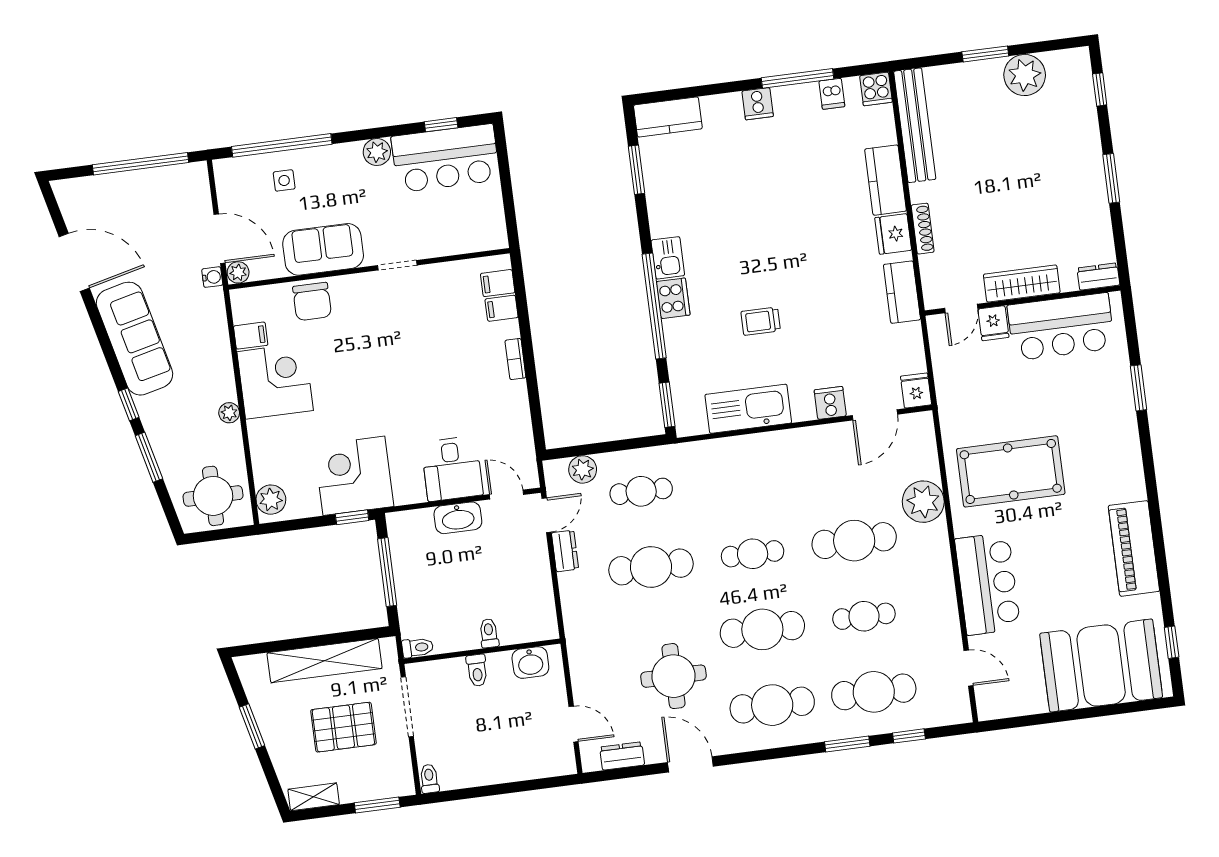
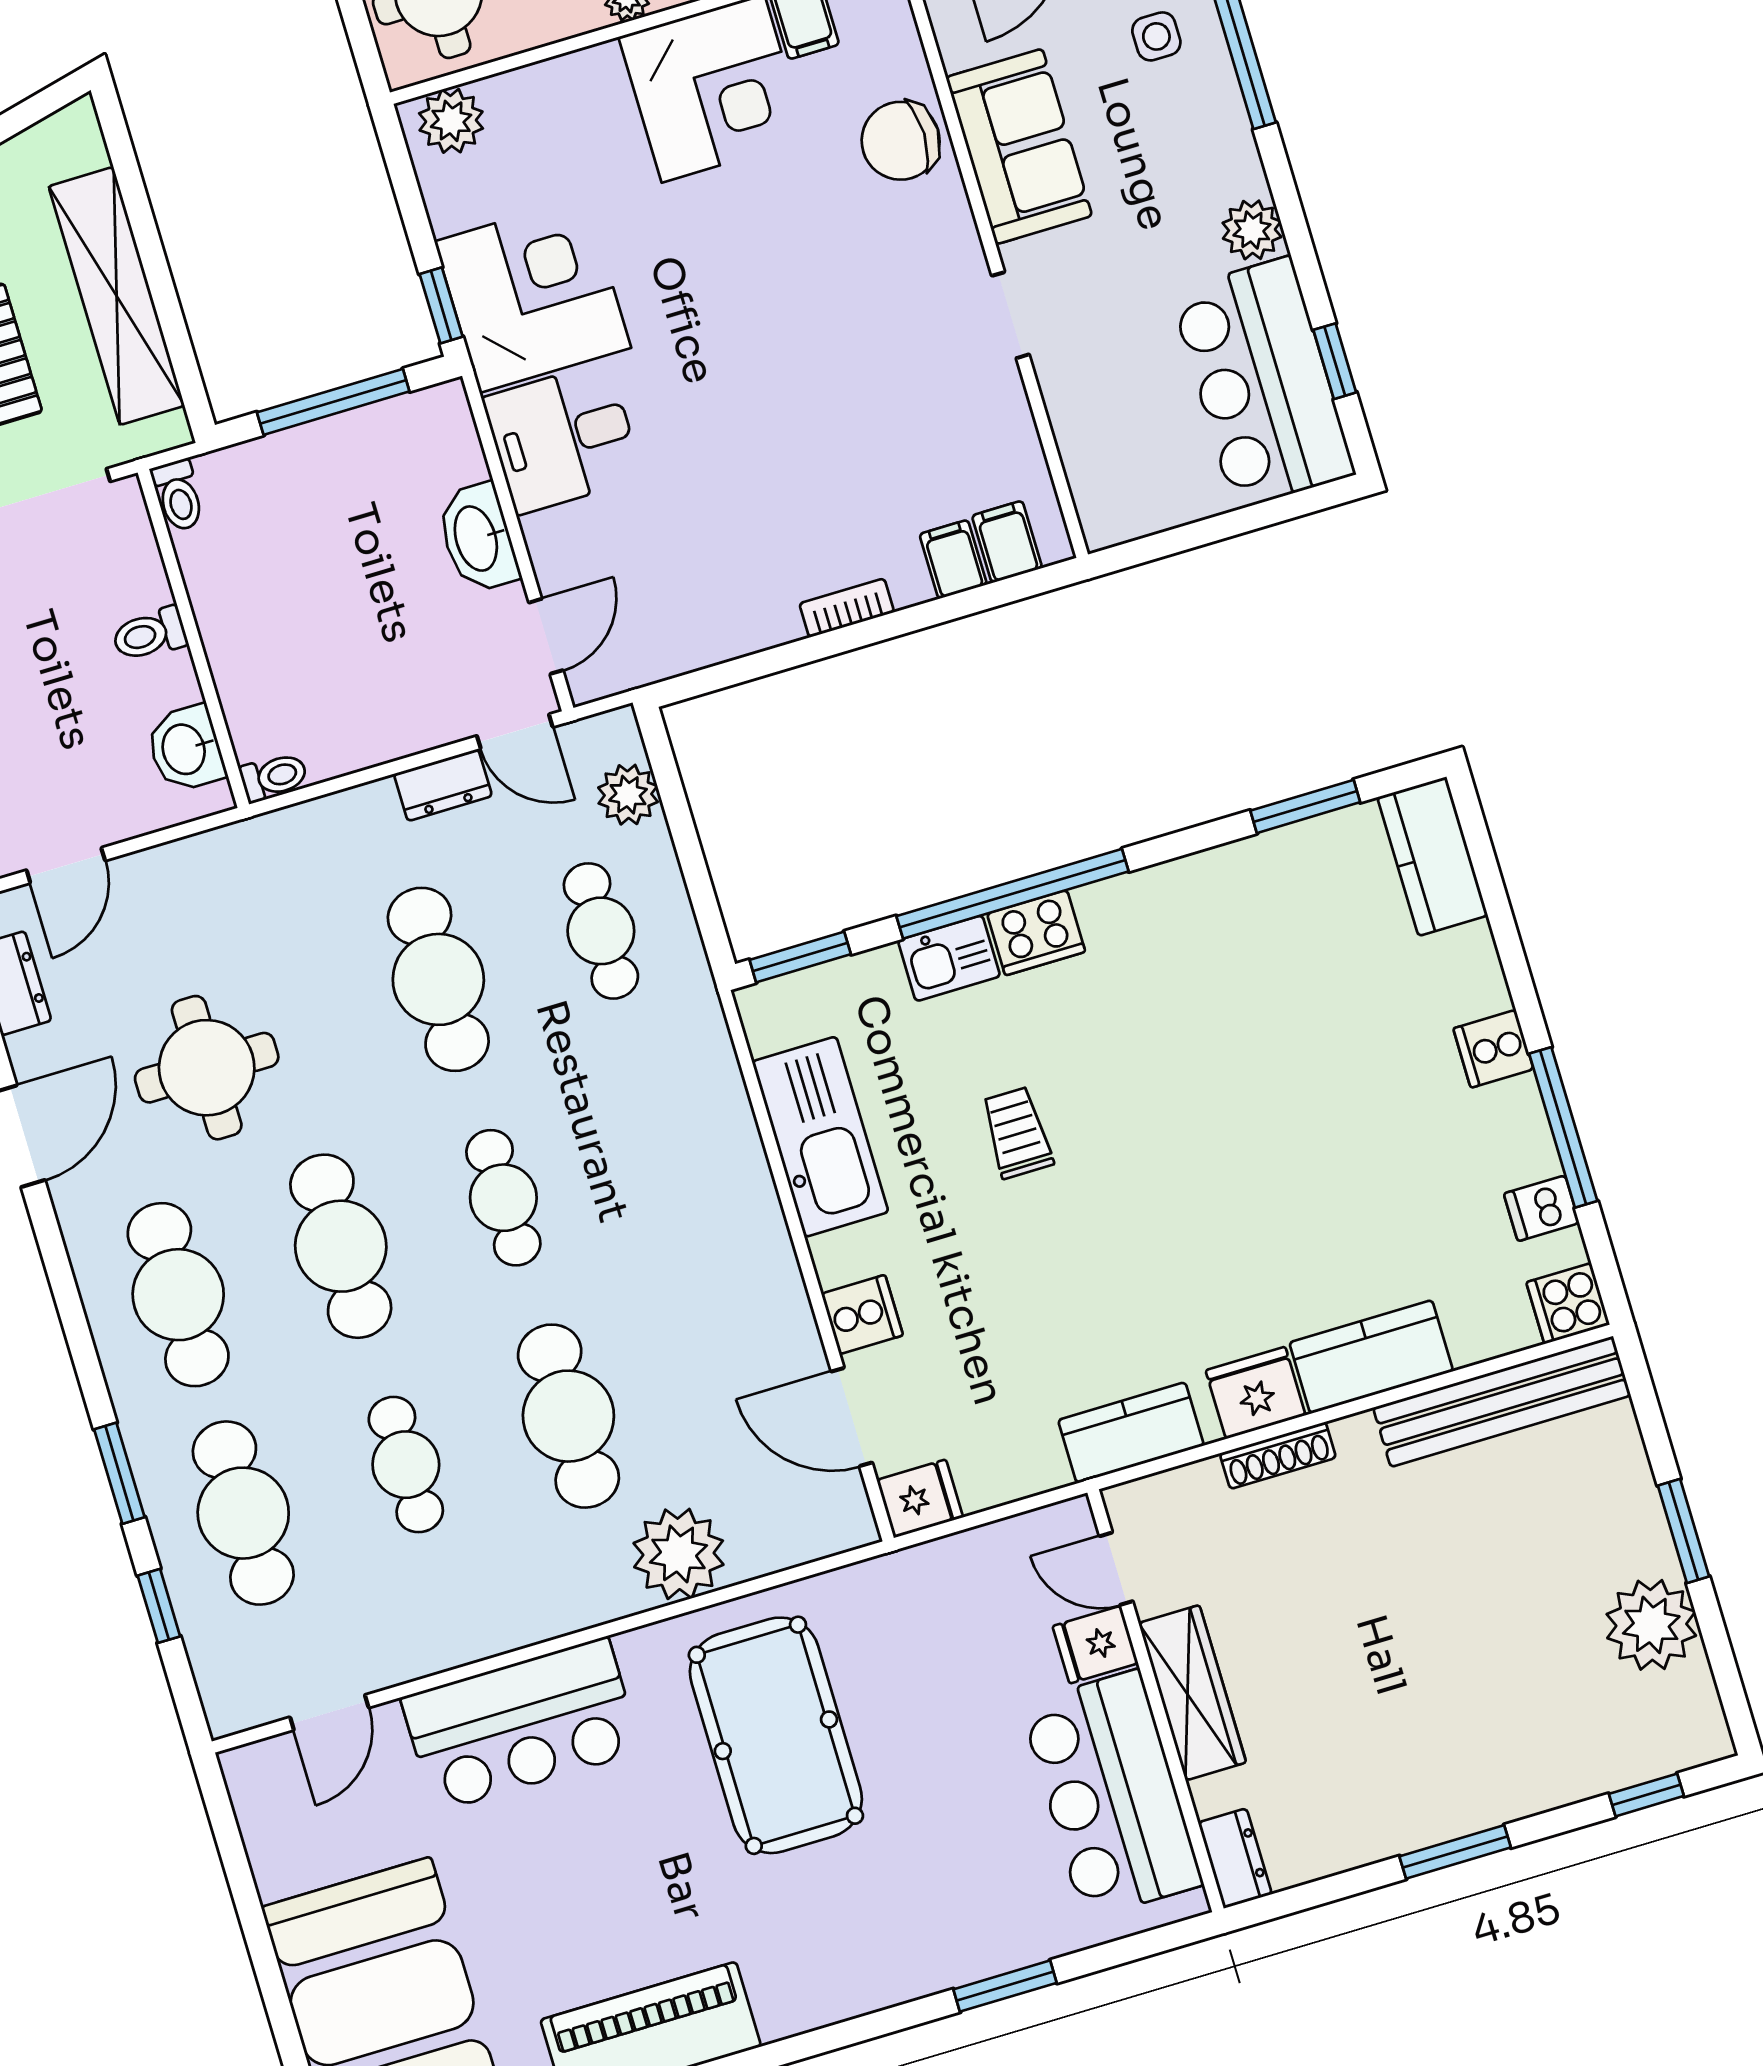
kitchen sink: (668, 258) -> (949, 958), moved
desk: (452, 469) -> (563, 438), moved
toilet: (489, 633) -> (274, 777), moved

